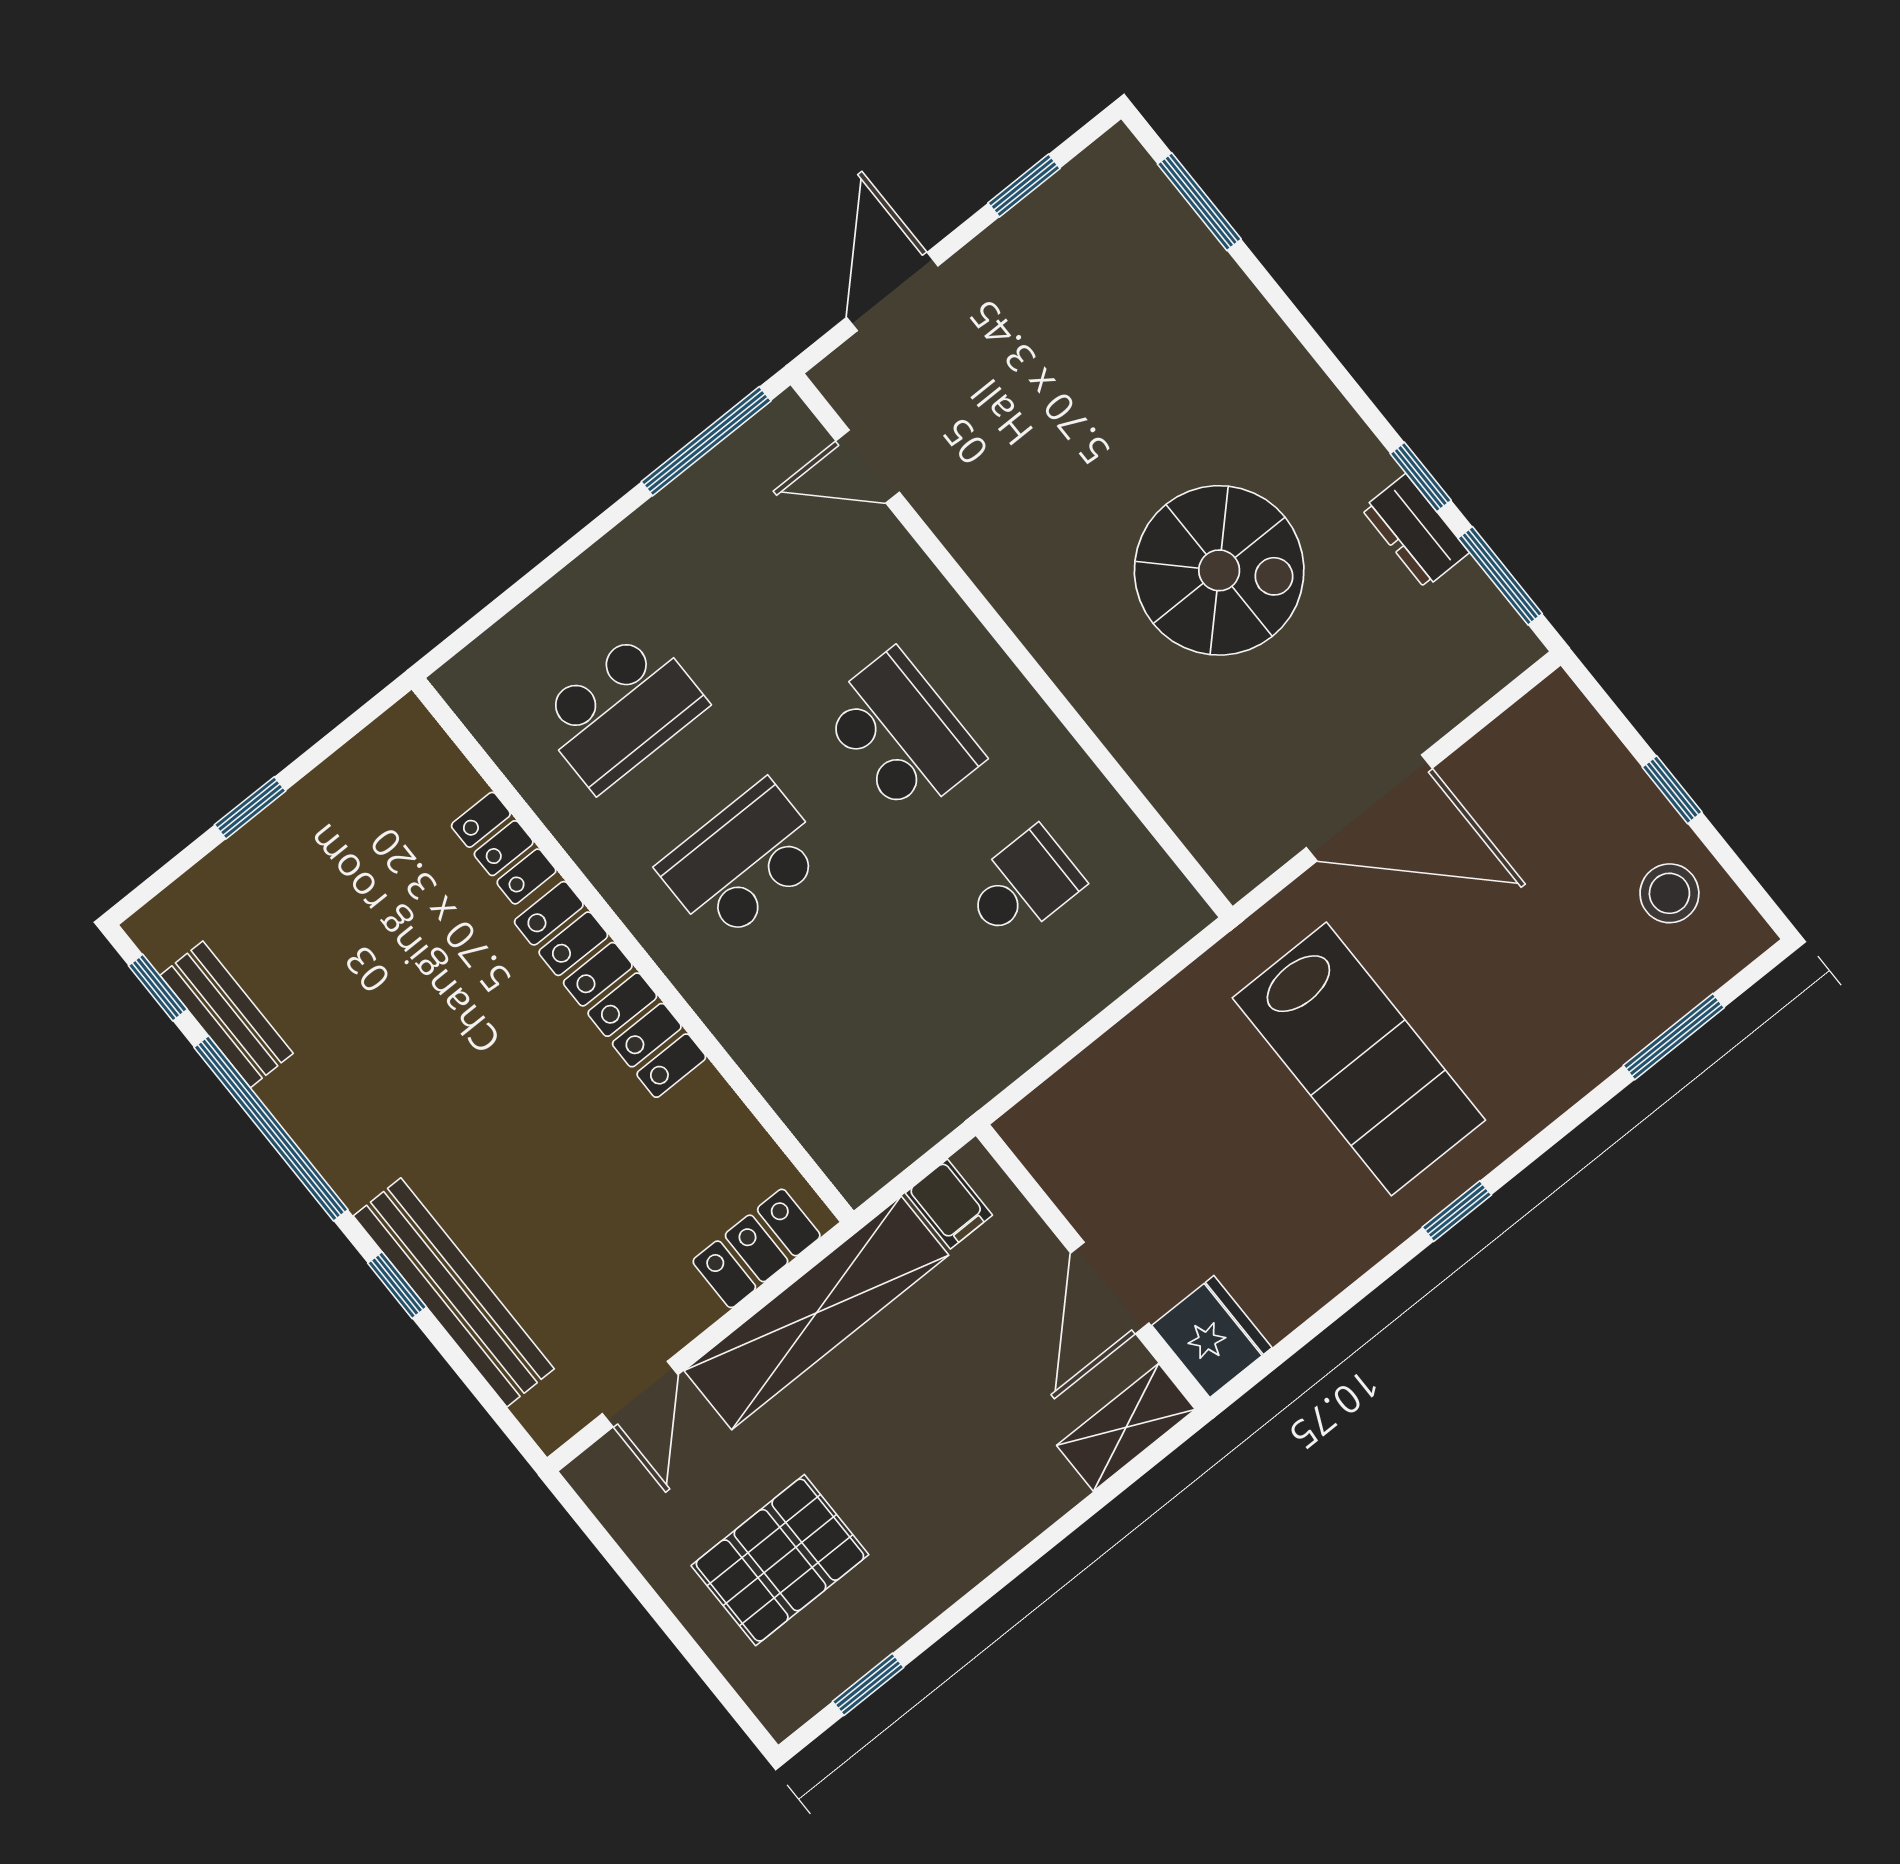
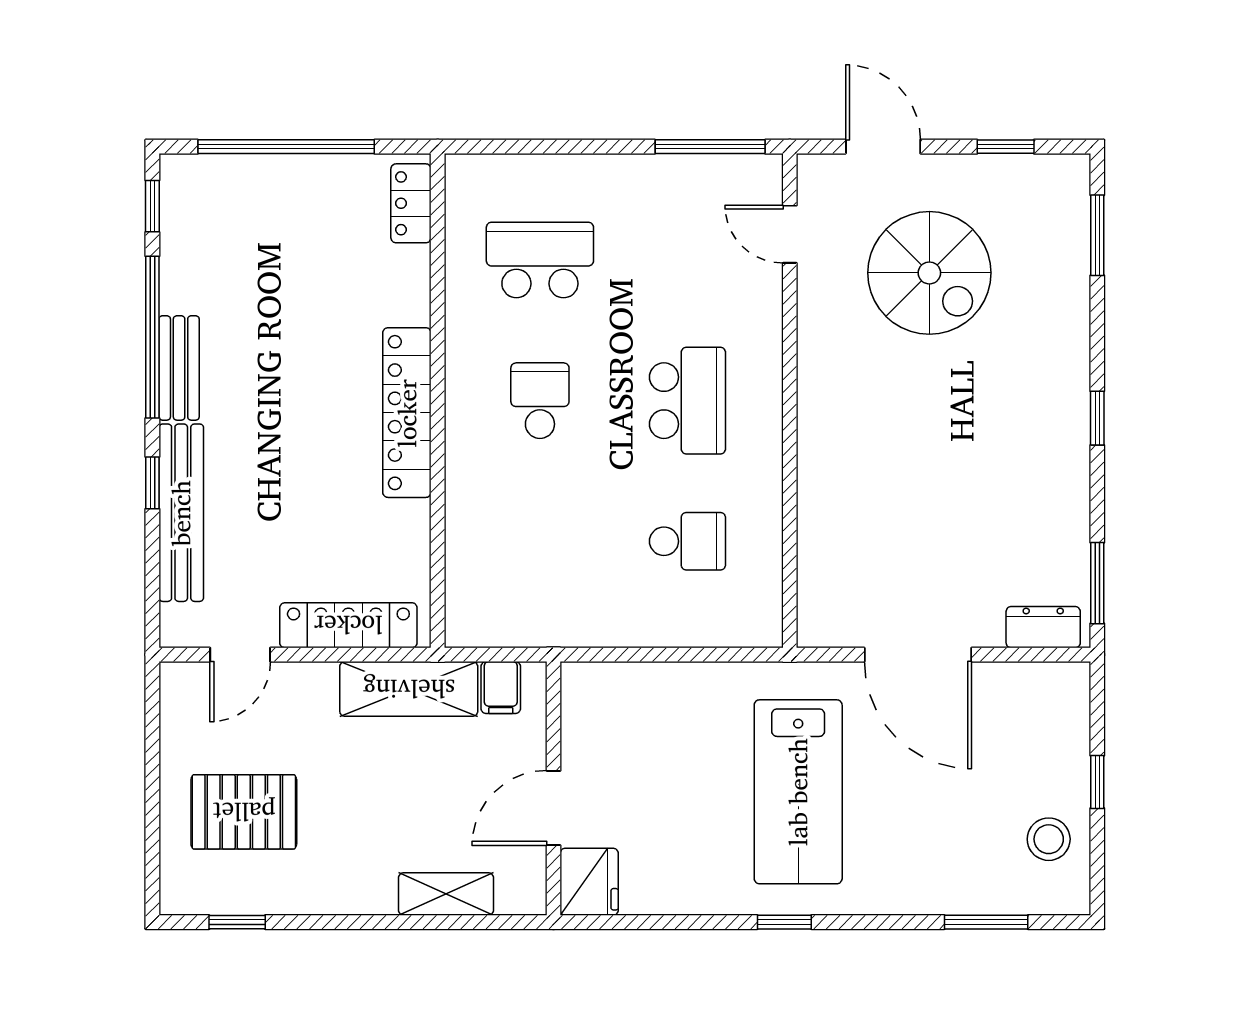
door: (892, 292) -> (883, 147), hinge flipped
window: (1421, 477) -> (1097, 418), moved
dresser: (1415, 531) -> (1043, 627), moved, turned 90
spiral stairs: (1219, 570) -> (929, 273), moved
school desk: (621, 710) -> (540, 260), turned 180
window: (250, 808) -> (286, 147), width x3.17
locker: (504, 848) -> (411, 203), moved
school desk: (743, 862) -> (540, 401), width x0.54
bench: (227, 1014) -> (179, 368), moved
locker: (757, 1248) -> (348, 625), width x1.53
shelving: (816, 1313) -> (409, 689), width x0.68
shelving: (1126, 1427) -> (446, 894), moved

